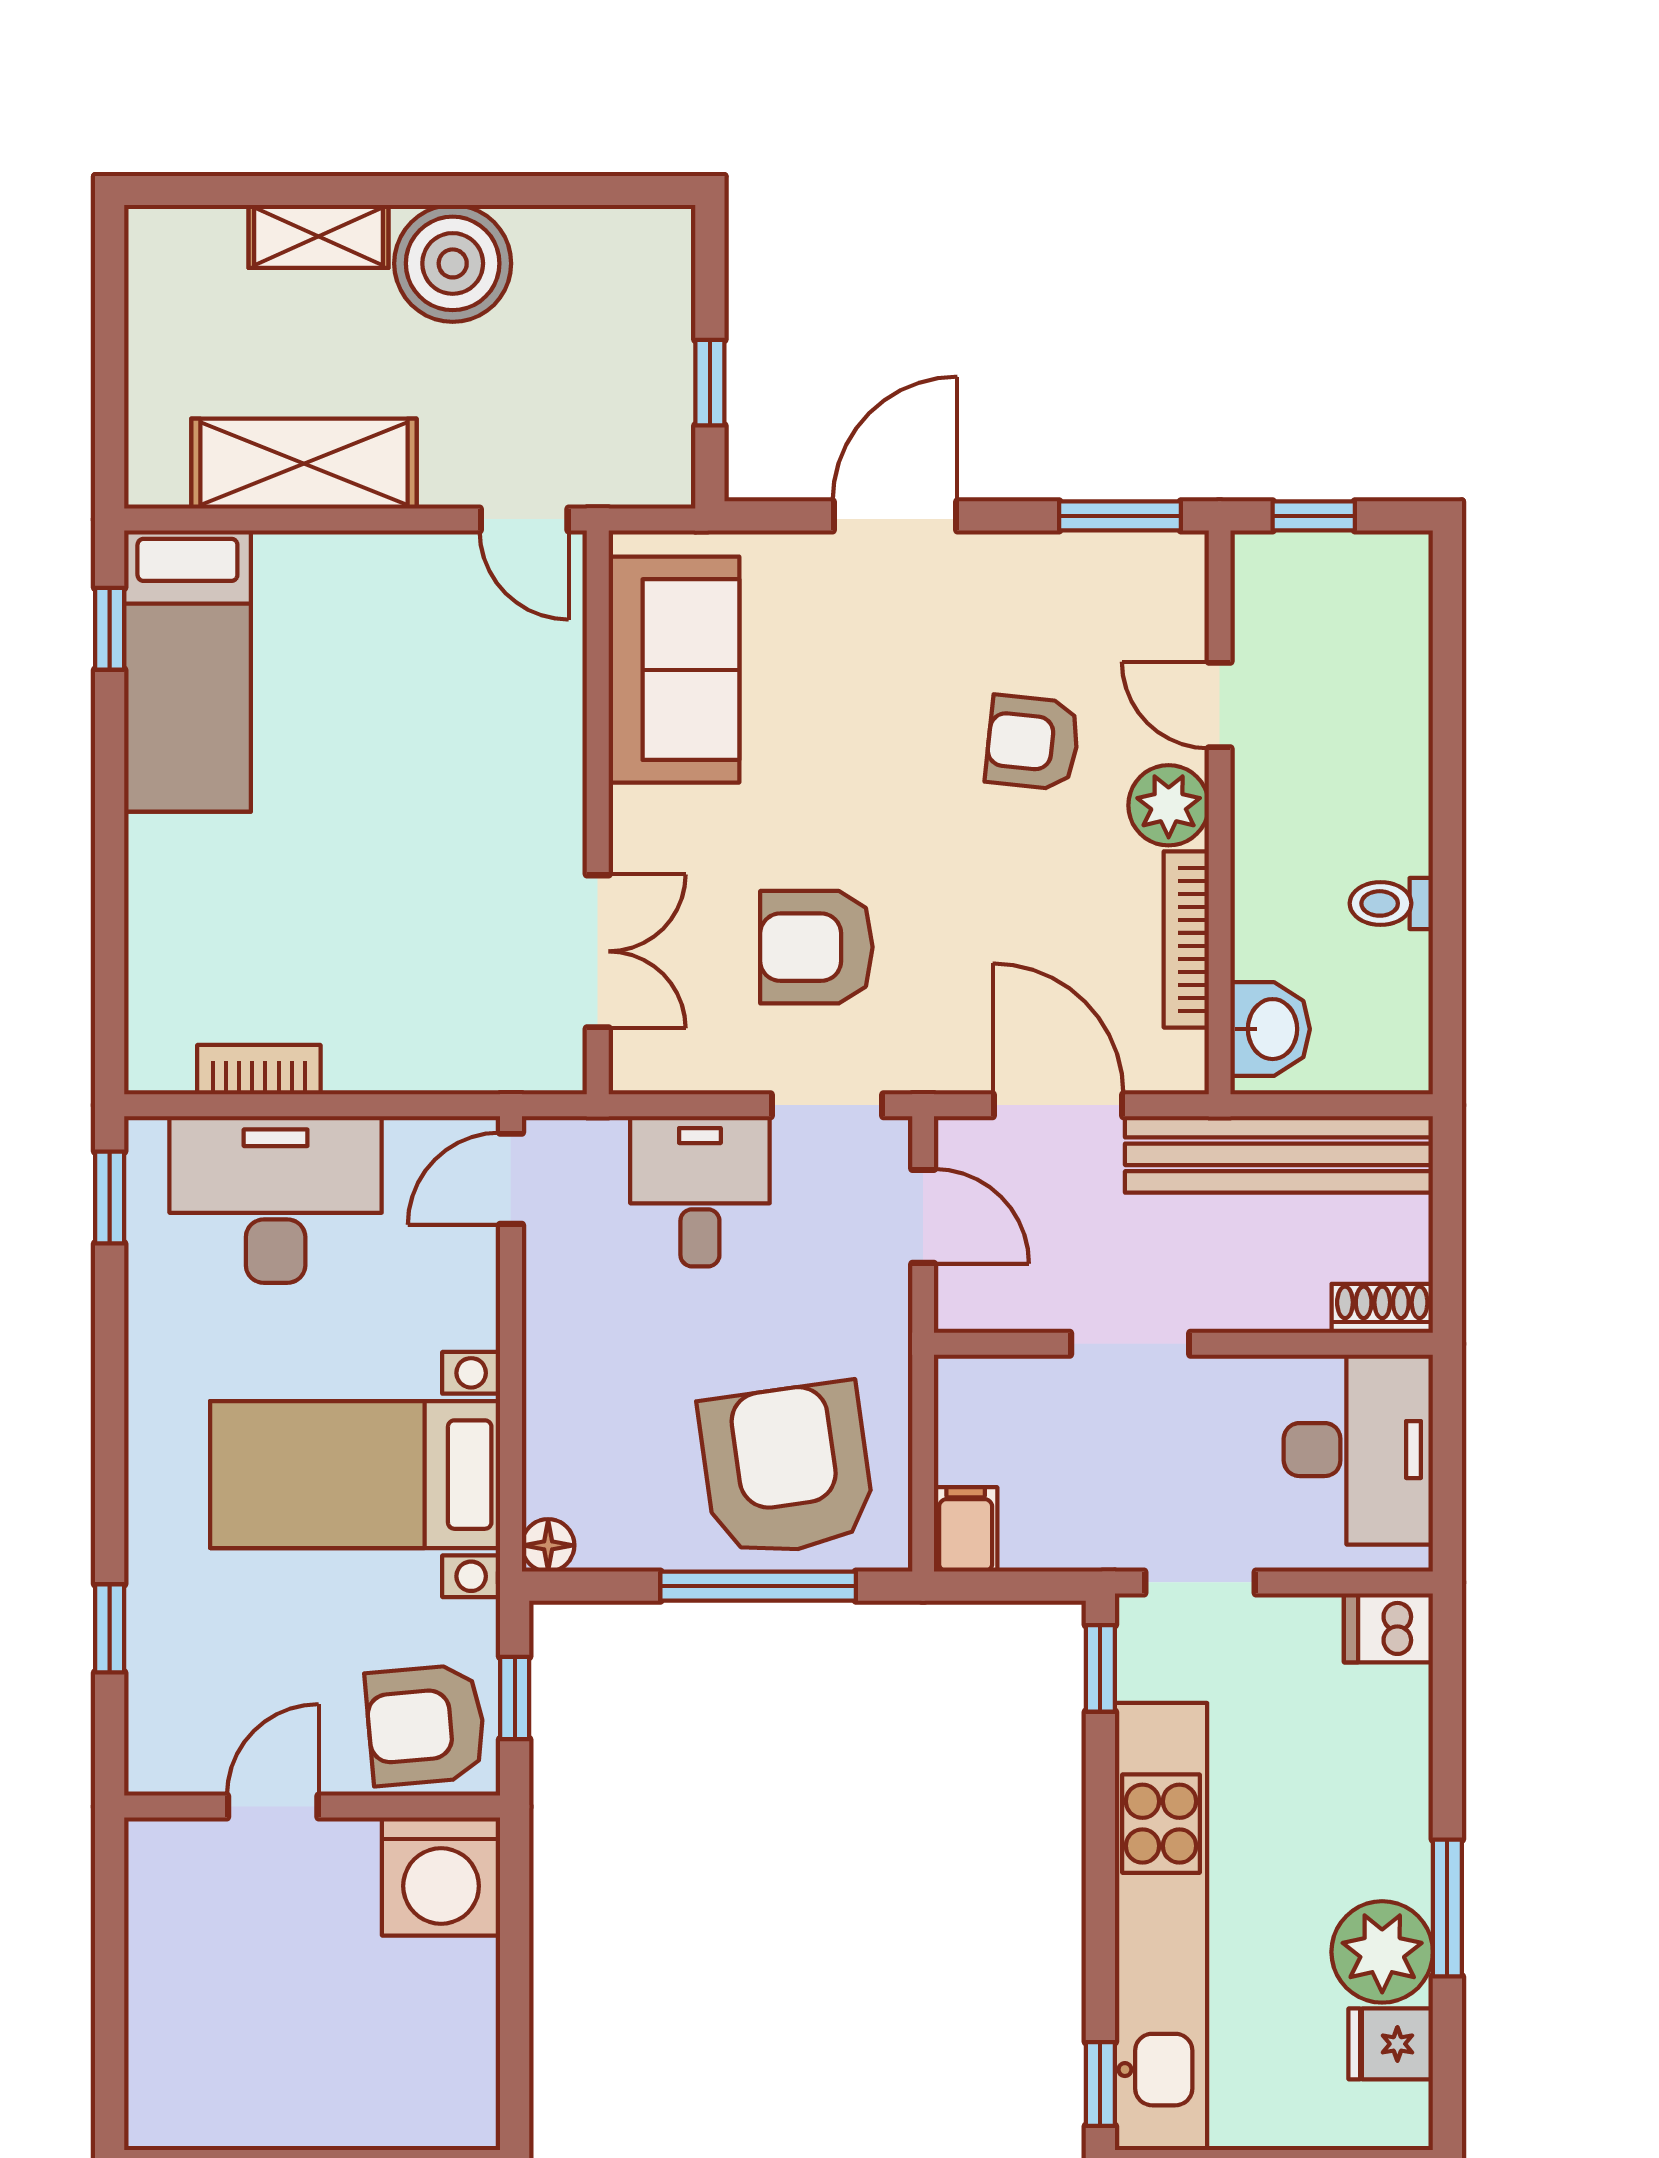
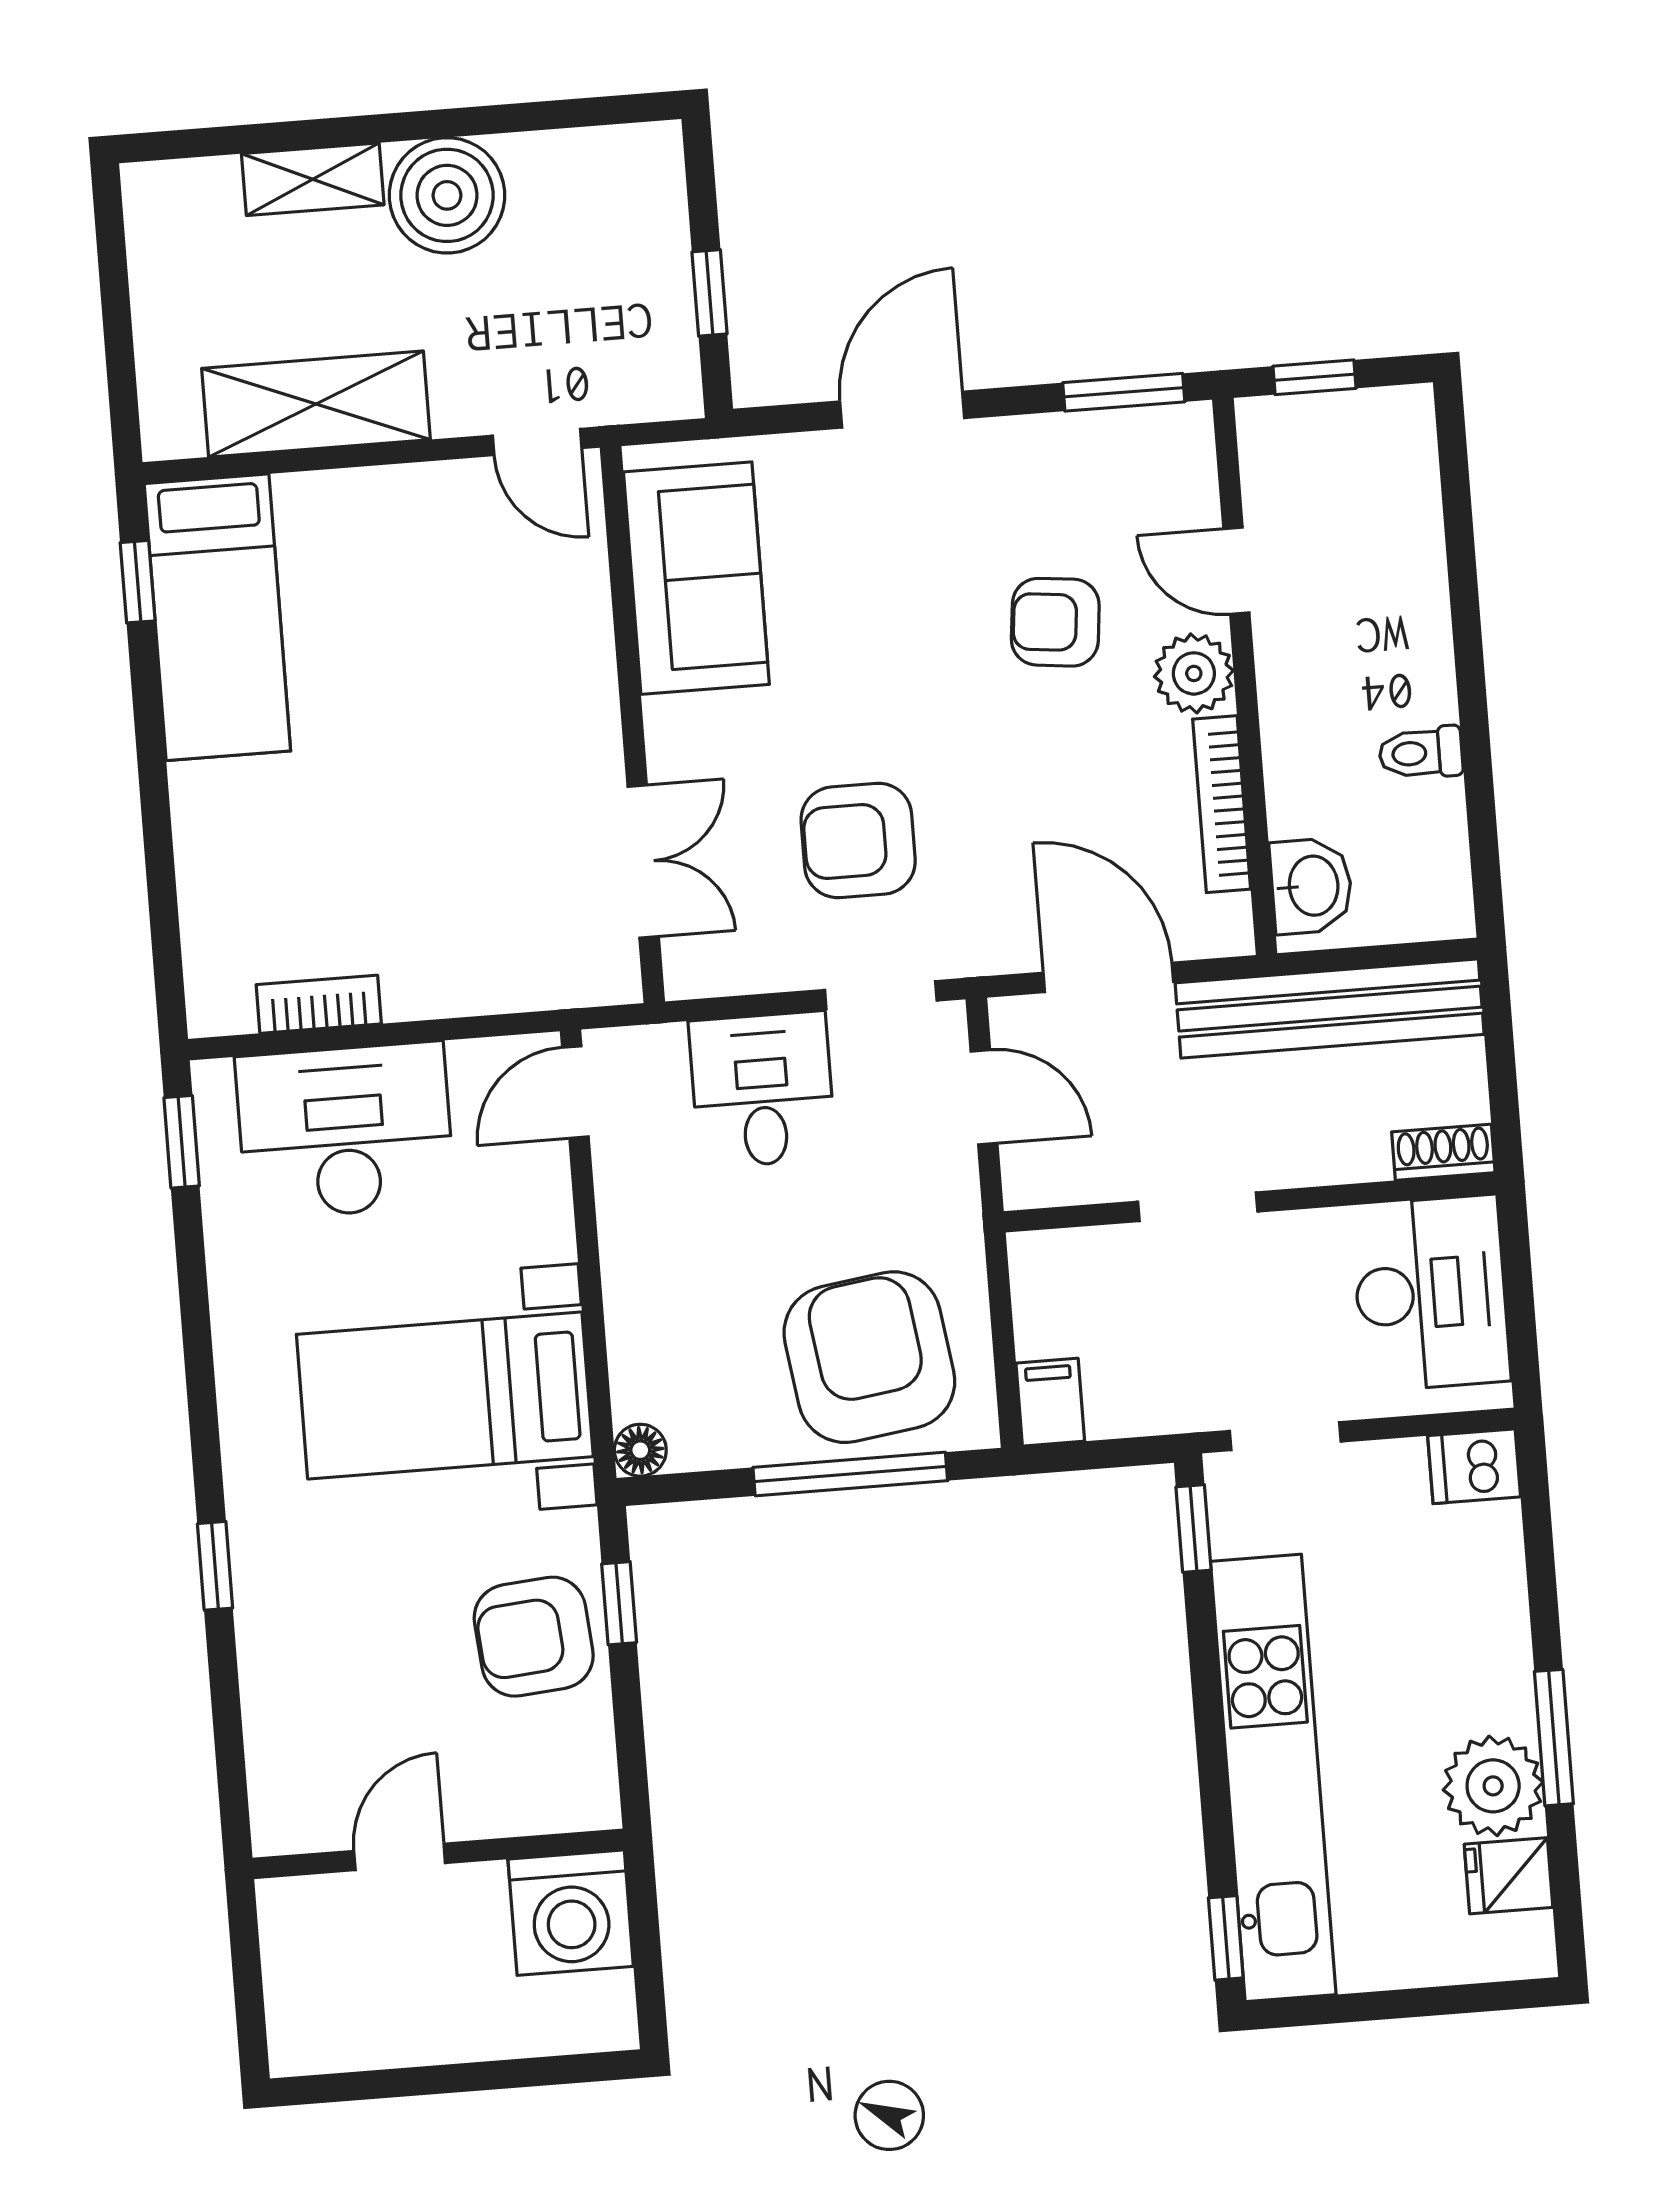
door: (273, 1807) -> (400, 1857), moved
wall: (312, 1807) -> (438, 1854), moved
washing machine: (441, 1877) -> (571, 1913), moved

